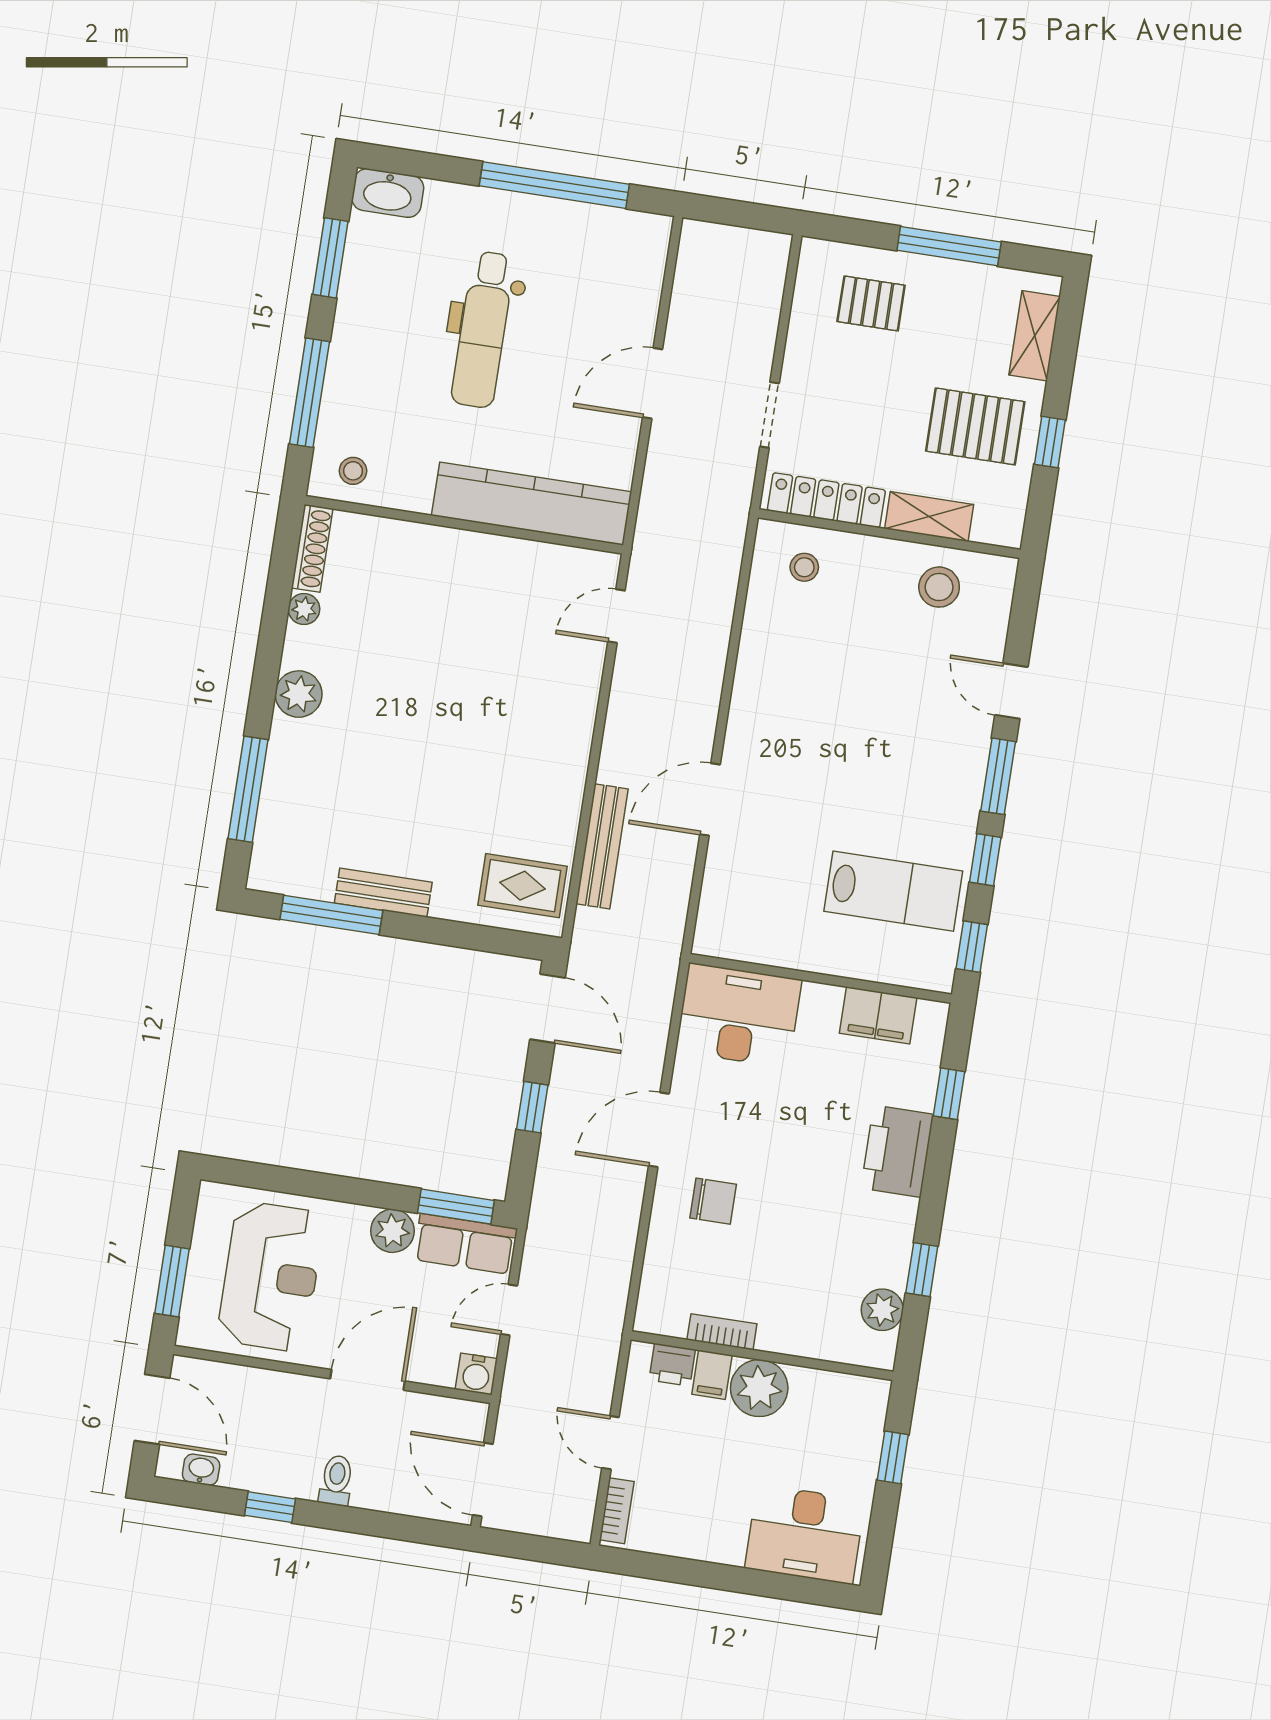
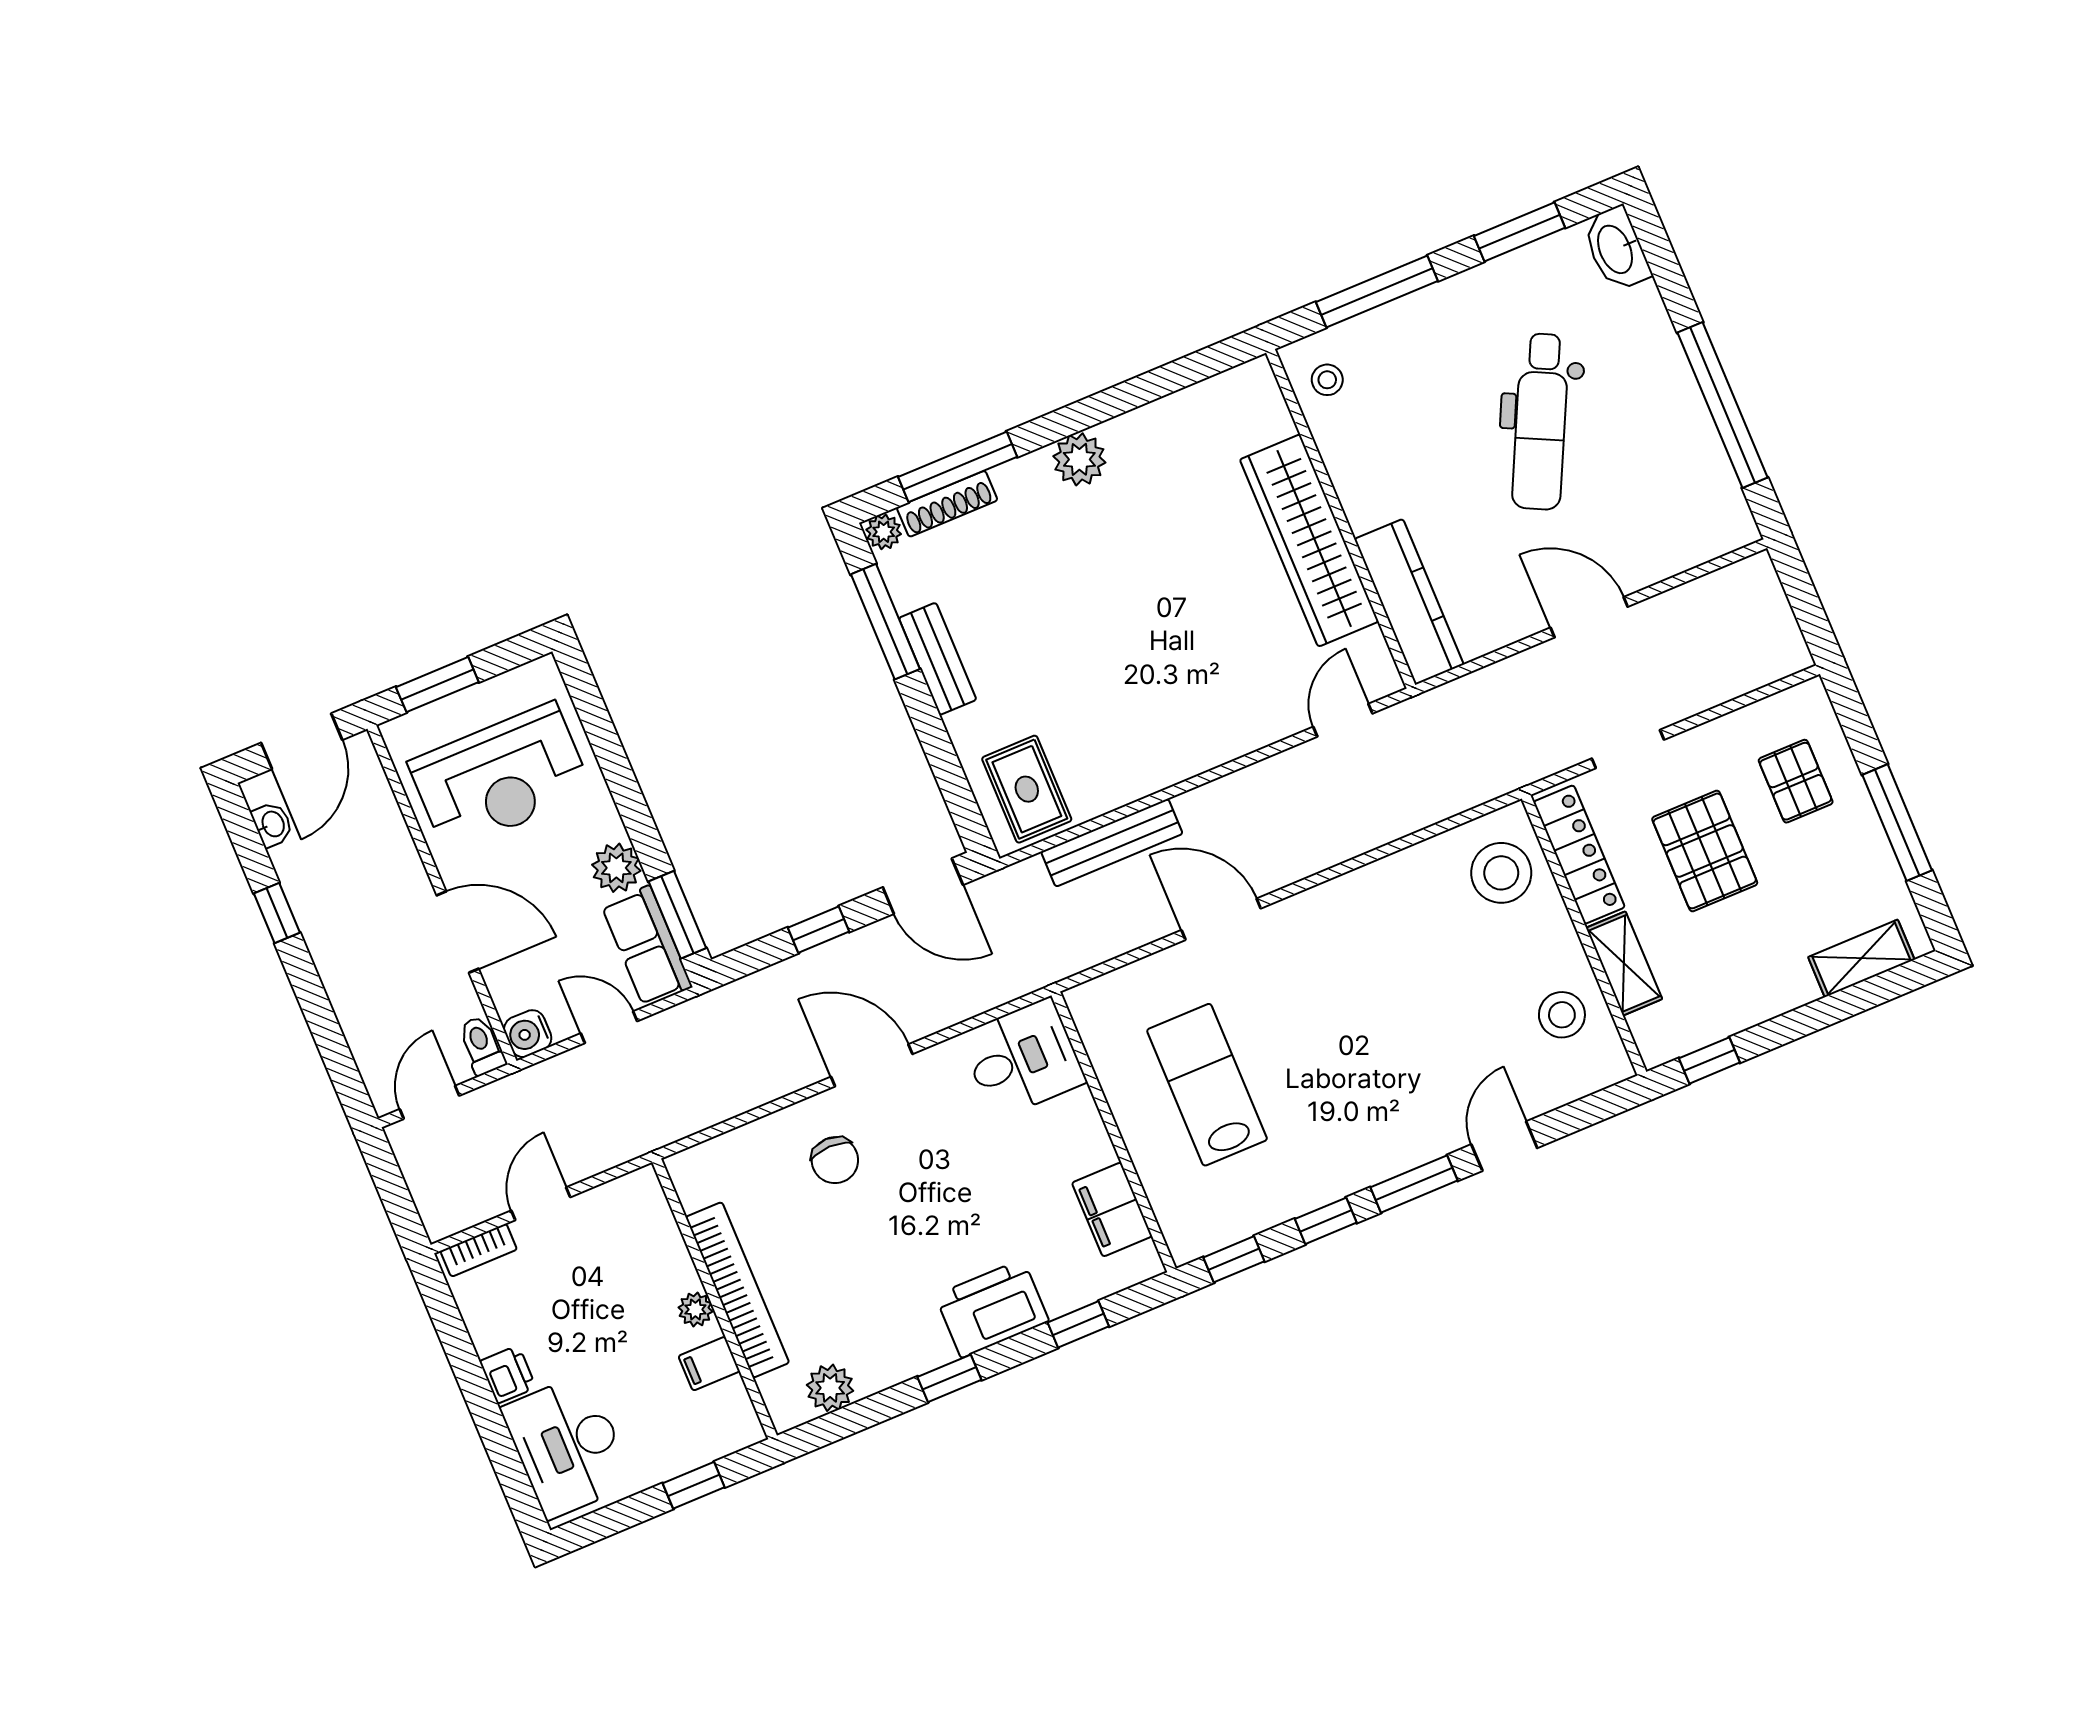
dental chair: (483, 330) -> (1541, 422), turned -64
pallet: (975, 426) -> (1705, 851), moved
window: (1050, 442) -> (1709, 1060), moved
kitchen counter: (532, 504) -> (1409, 602), width x0.72, depth x0.86
shoe rack: (312, 548) -> (947, 504), moved
wardrobe: (466, 559) -> (1309, 540), added
stool: (804, 567) -> (1501, 873), width x1.89, depth x1.89
plant: (304, 609) -> (884, 532), moved
door: (616, 616) -> (1343, 720), hinge flipped
lab bench: (893, 891) -> (1207, 1085), moved, turned 180
door: (548, 1009) -> (923, 886), hinge flipped
desk: (739, 1015) -> (1023, 1058), width x0.73
window: (922, 1270) -> (949, 1378), moved
bookcase: (722, 1332) -> (737, 1290), width x2.31, depth x1.31
printer: (672, 1365) -> (508, 1374), moved, turned 180
filing cabinet: (712, 1375) -> (709, 1364), moved
plant: (759, 1388) -> (695, 1309), width x0.53, depth x0.53
toilet: (336, 1480) -> (482, 1045), moved, turned -90
door: (483, 1480) -> (429, 1102), width x0.73

